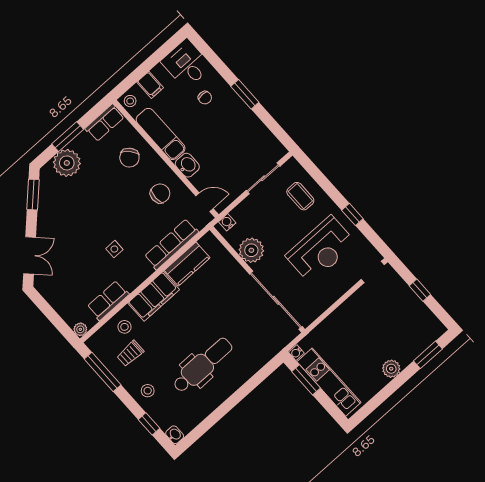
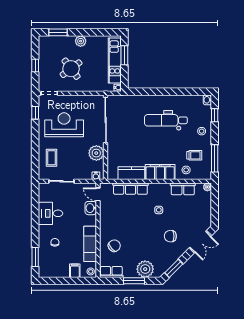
desk: (186, 64) -> (50, 213), moved, turned 90
window: (245, 94) -> (35, 257), moved
washbasin: (187, 165) -> (91, 208), moved
chair: (160, 193) -> (170, 236), moved
window: (352, 214) -> (35, 113), moved
double door: (30, 255) -> (200, 242), swing flipped
round table: (373, 325) -> (71, 69), added
window: (306, 380) -> (124, 55), moved

